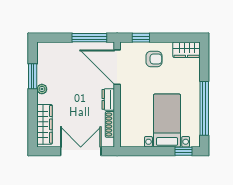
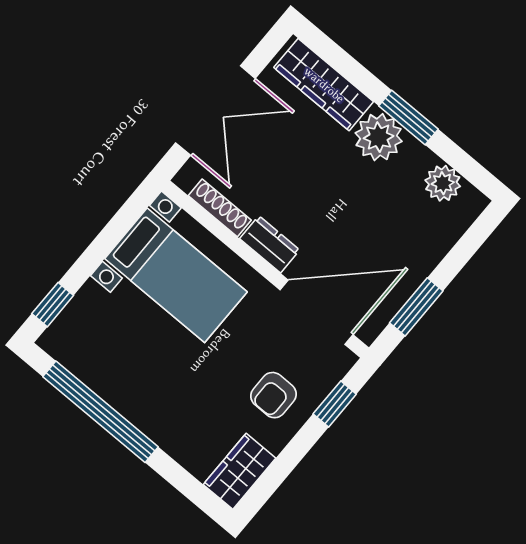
window: (89, 38) -> (416, 307), width x0.69
plant: (44, 62) -> (443, 183), added
window: (33, 76) -> (408, 118), moved
plant: (42, 89) -> (379, 137), width x1.87, depth x1.87
bed with nightstands: (167, 121) -> (176, 275), moved

